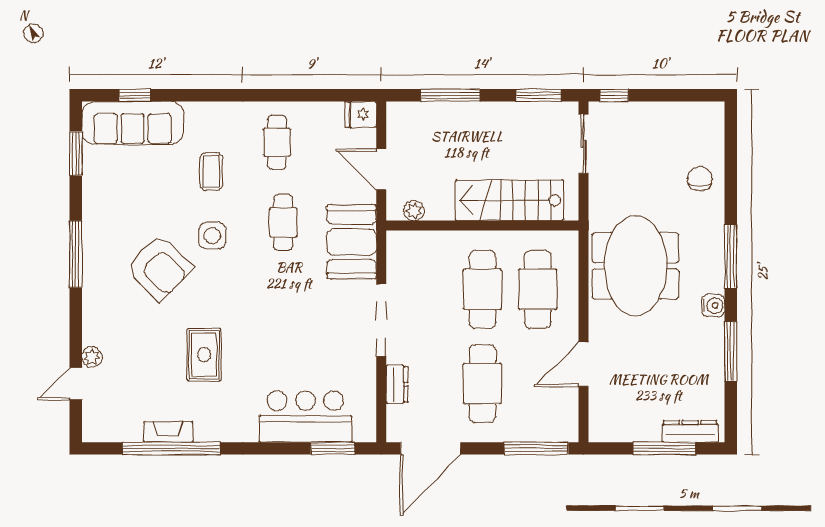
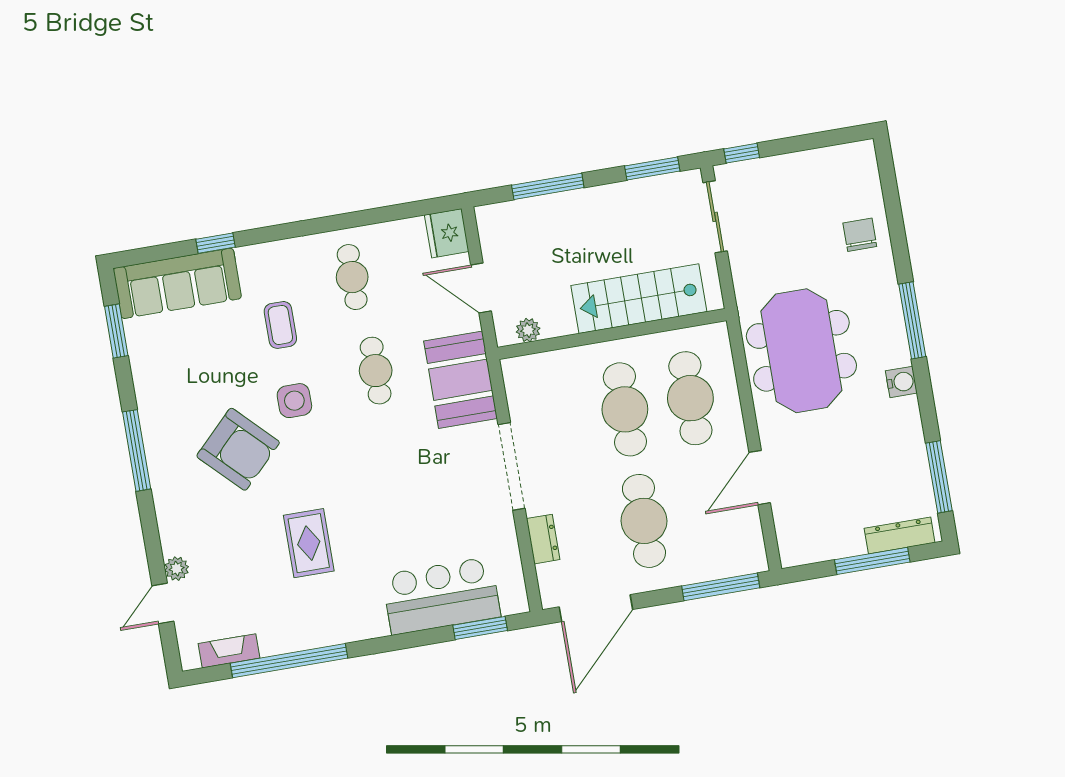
window: (135, 95) -> (216, 243), moved
fridge: (361, 115) -> (447, 233), width x1.38
window: (731, 351) -> (939, 477), moved
fireplace: (168, 432) -> (229, 651), moved

